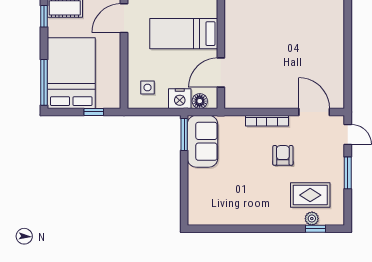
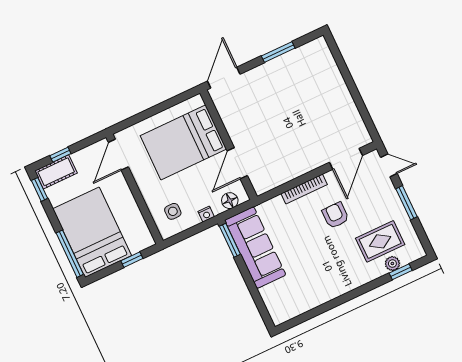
bed: (184, 34) -> (183, 142), width x1.50
nightstand: (180, 99) -> (206, 214), width x0.53, depth x0.56
door: (314, 112) -> (346, 159), swing flipped
sofa: (203, 141) -> (255, 248), width x1.36

